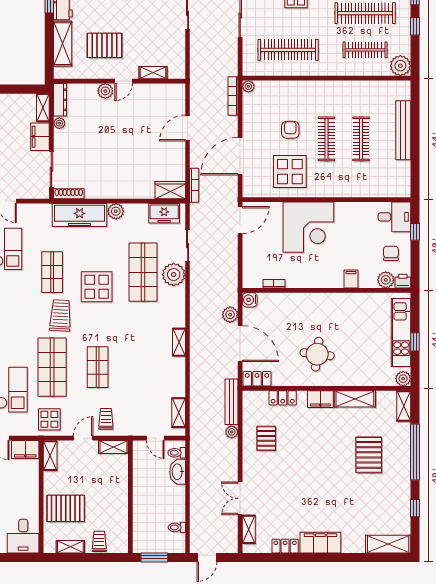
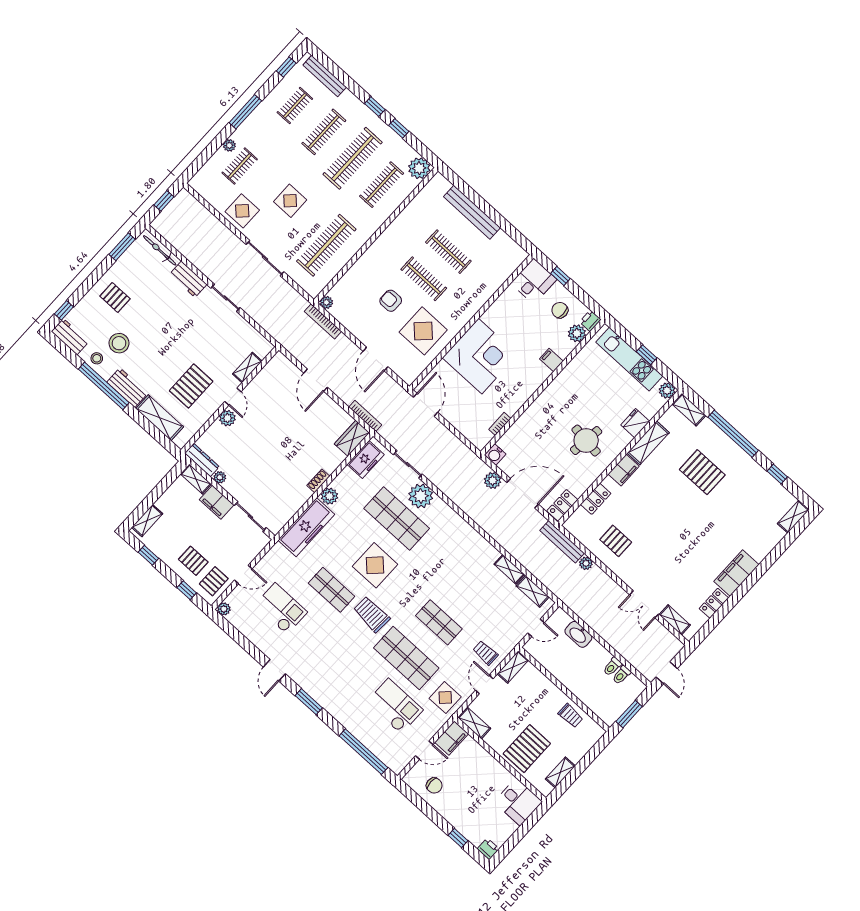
door: (240, 156) -> (375, 359), width x0.73
shoe rack: (69, 194) -> (318, 481), moved, width x0.70
shelving: (179, 342) -> (509, 569), moved
fridge: (360, 377) -> (635, 423), added
toilet: (177, 453) -> (612, 667), moved
trolley: (99, 541) -> (571, 716), moved, turned 180
shelving: (388, 544) -> (793, 517), width x0.67, depth x0.75

